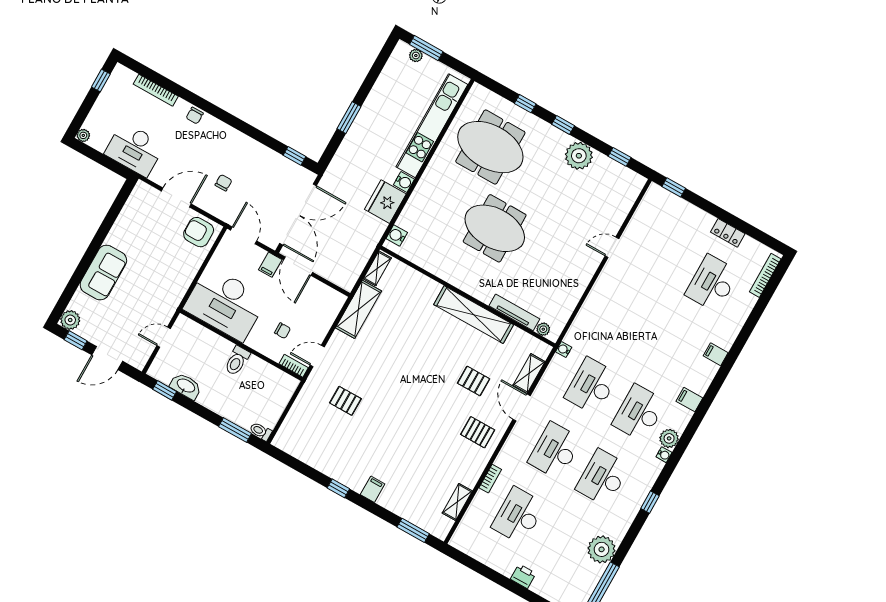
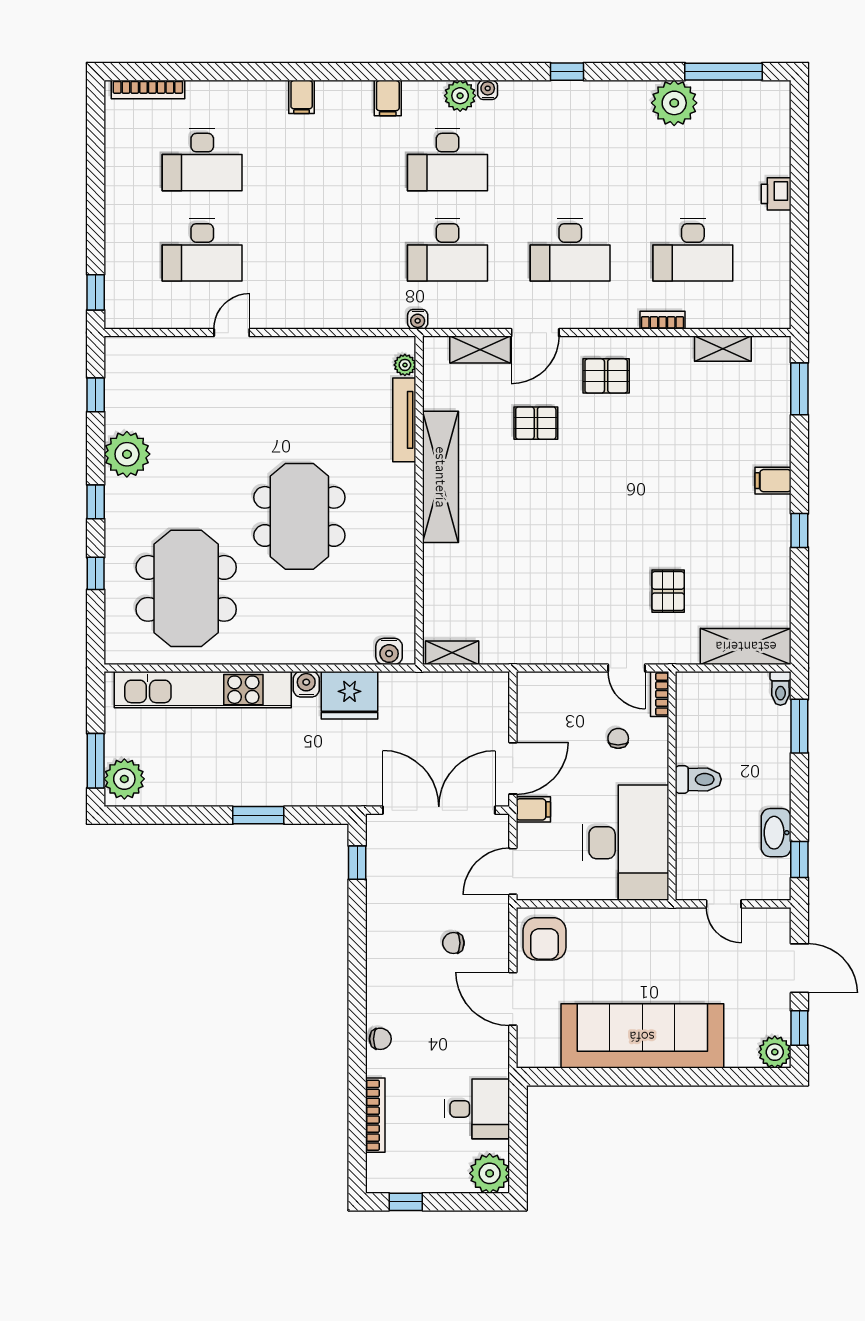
plant: (416, 56) -> (124, 779), width x1.88, depth x1.88
plant: (83, 135) -> (490, 1173), width x1.88, depth x1.88
desk: (135, 149) -> (477, 1109), width x0.73
locker: (728, 233) -> (117, 178), removed
door: (612, 247) -> (232, 333), swing flipped
sofa: (103, 273) -> (642, 1036), width x1.85, depth x1.27
shelving: (359, 309) -> (746, 646), moved
pallet: (474, 381) -> (536, 423), turned 90
pallet: (478, 432) -> (606, 376), turned 90
desk: (603, 478) -> (202, 250), moved

